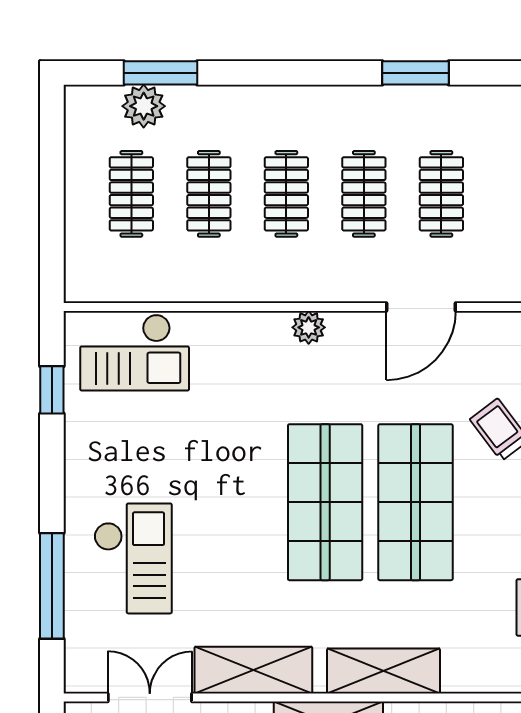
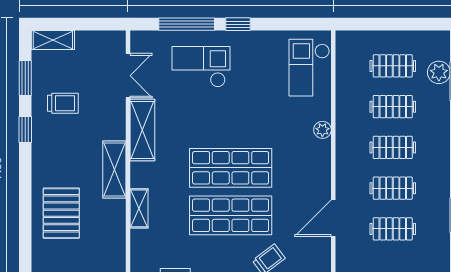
door: (421, 307) -> (333, 218), hinge flipped
plant: (309, 327) -> (322, 130), moved
window: (52, 390) -> (238, 24), moved
checkout: (133, 558) -> (201, 67), turned 180
shelving: (384, 671) -> (139, 208), width x0.67, depth x0.75

